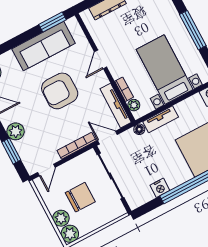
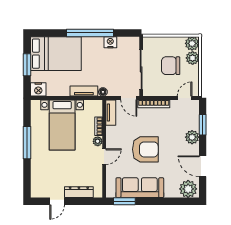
plant: (134, 105) -> (98, 141), moved
tv unit: (116, 106) -> (111, 113), width x0.71

